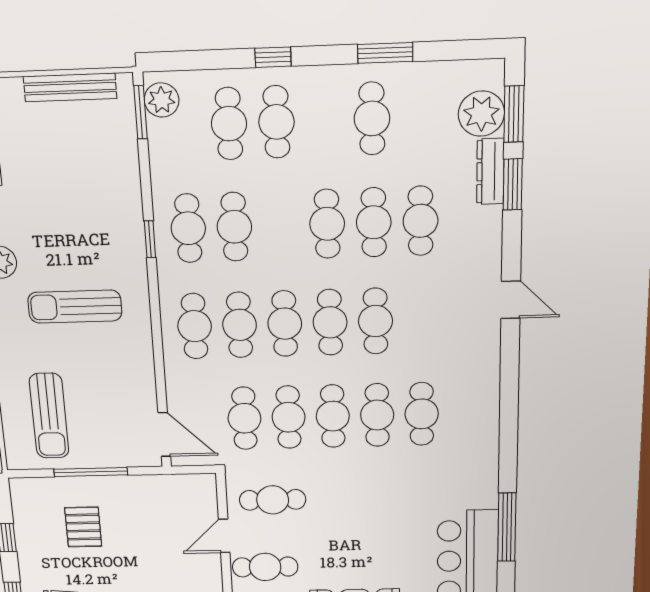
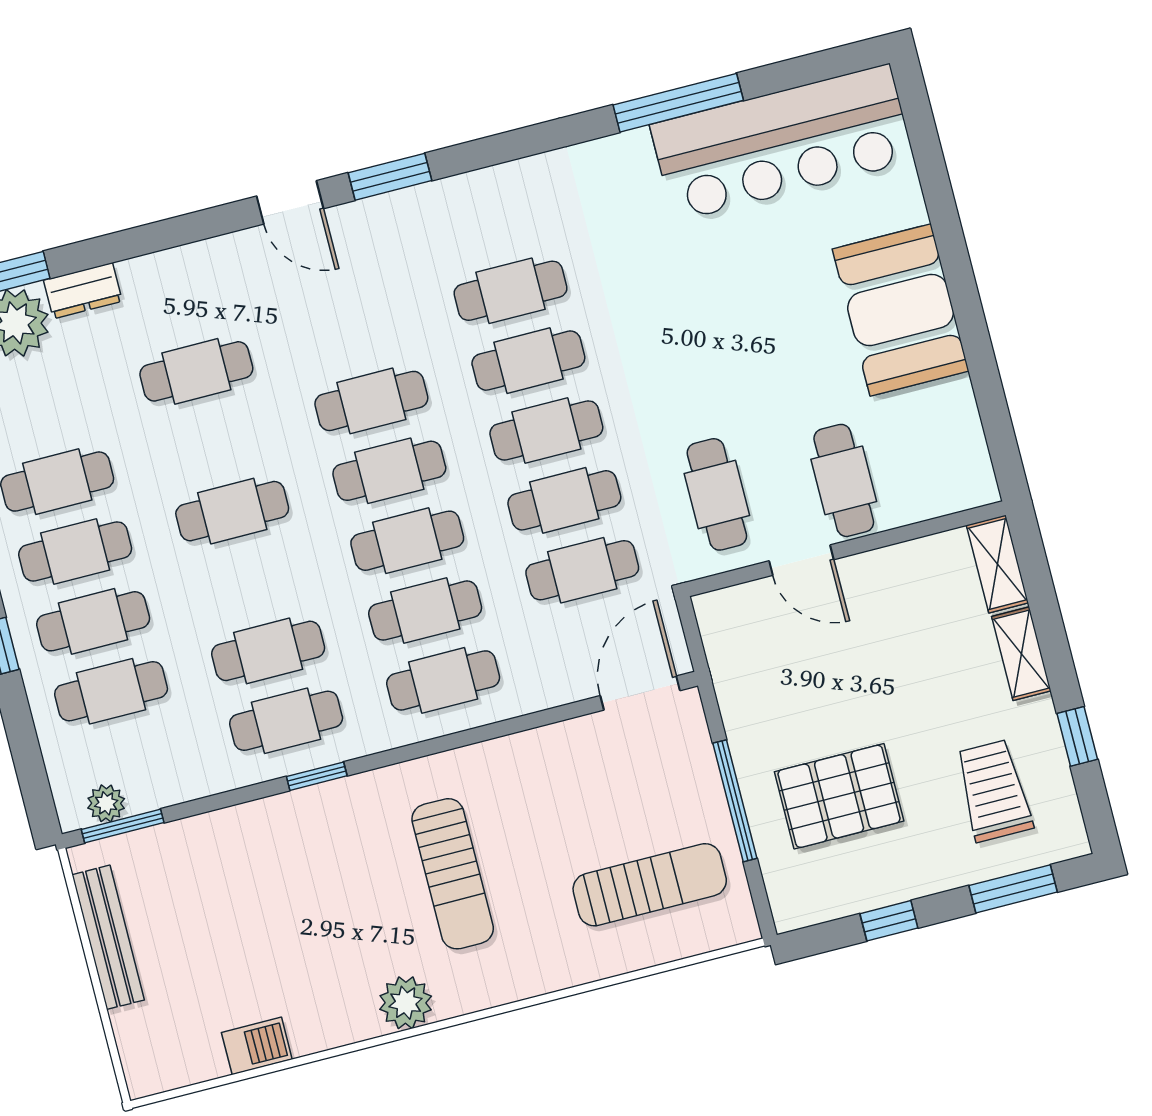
plant: (162, 100) -> (106, 803), width x0.73, depth x0.73
dresser: (490, 171) -> (83, 291), width x0.70
window: (513, 184) -> (390, 177), moved
cafe table: (374, 222) -> (75, 551), moved
door: (511, 300) -> (290, 202), swing flipped
pallet: (83, 527) -> (839, 796), width x1.50, depth x1.42

